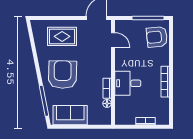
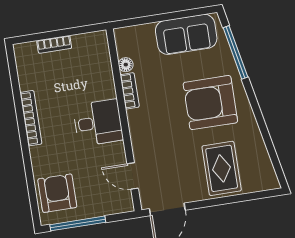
rug: (62, 36) -> (222, 168), turned 90
armchair: (157, 37) -> (57, 193), turned -84
armchair: (63, 75) -> (210, 103), turned 89
desk: (128, 83) -> (98, 123), moved

